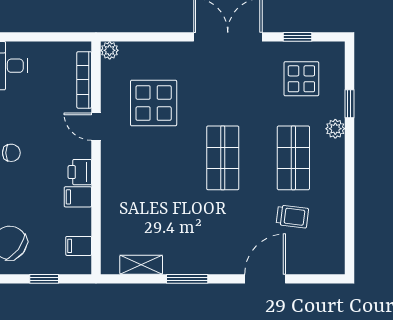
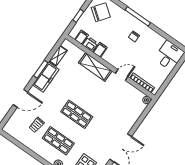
display table: (154, 103) -> (115, 103), removed
printer: (80, 172) -> (90, 44), moved
shelving: (115, 184) -> (95, 67), added
freezer: (195, 260) -> (46, 77), added
door: (265, 279) -> (20, 98), hinge flipped

